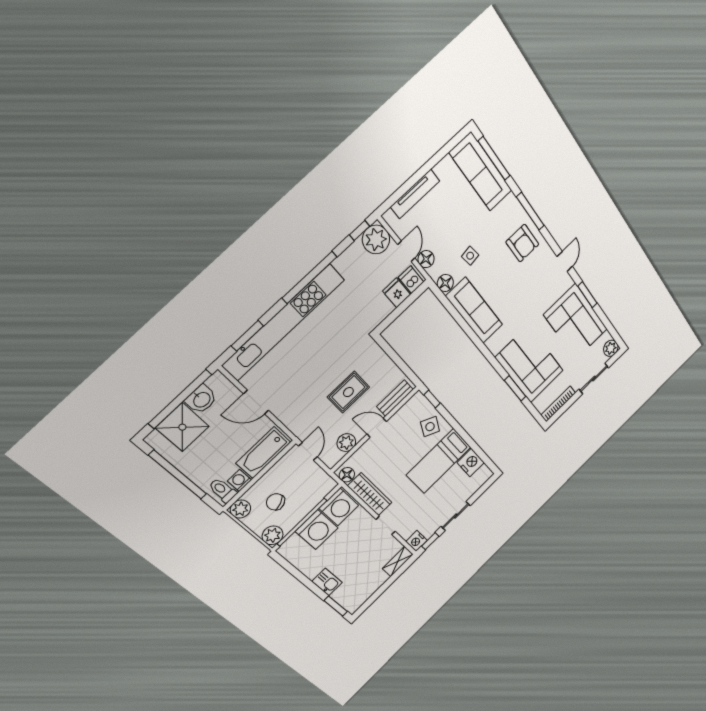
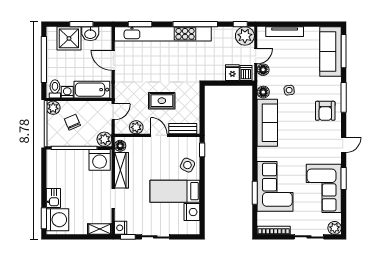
window: (180, 399) -> (81, 24), width x0.47
washing machine: (317, 530) -> (58, 220), moved, turned -90
plant: (273, 535) -> (104, 139), moved

